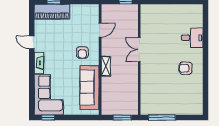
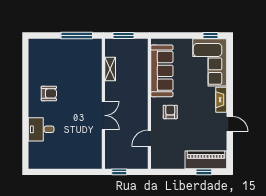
shelving: (106, 66) -> (110, 69), moved

